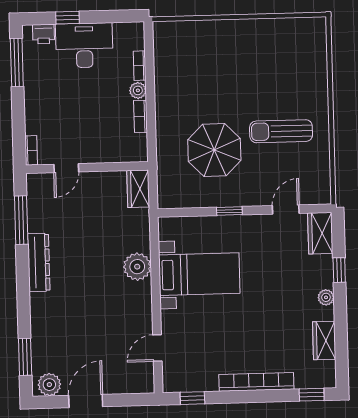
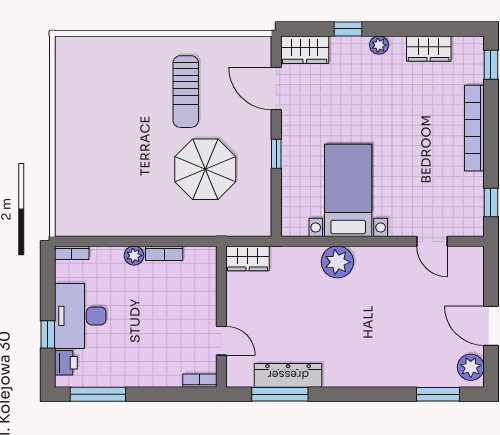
bookcase: (140, 66) -> (72, 253), moved
door: (286, 209) -> (276, 89), width x1.38
dresser: (39, 262) -> (288, 375), moved

